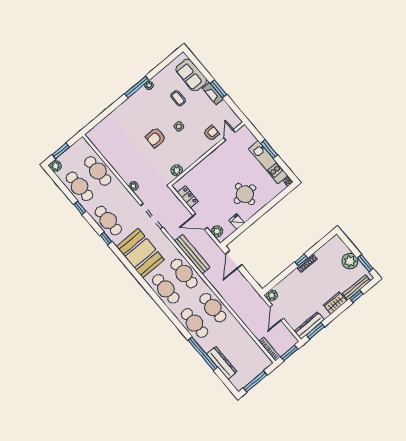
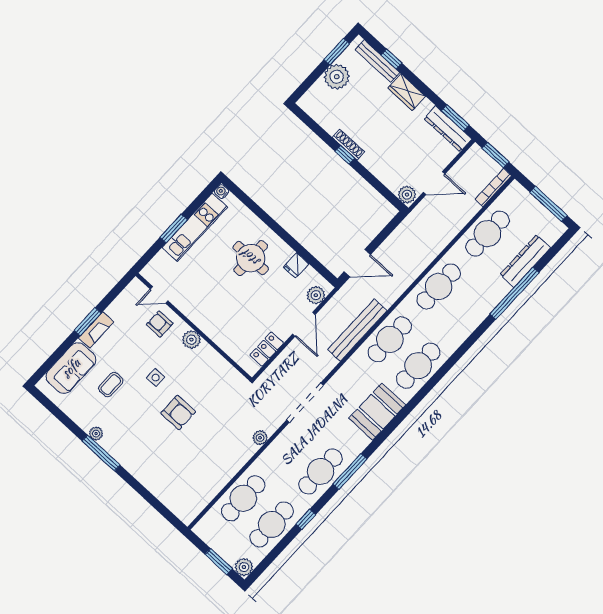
plant: (177, 170) -> (191, 340), moved
window: (106, 239) -> (350, 471), width x2.17
booth: (140, 253) -> (377, 412), width x0.73, depth x0.70
cafe table: (195, 323) -> (487, 234), moved

